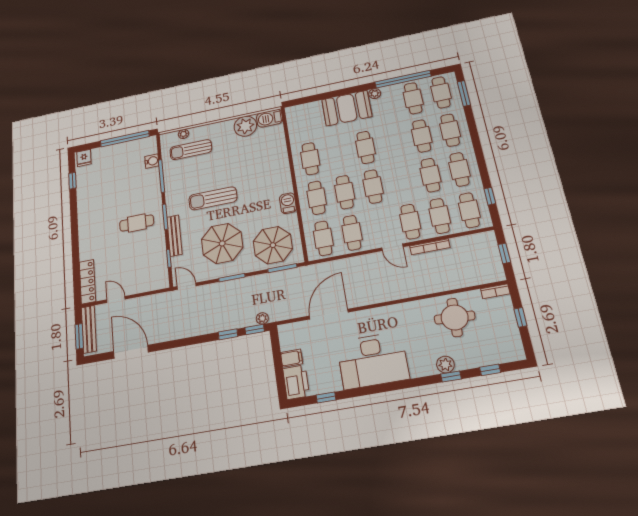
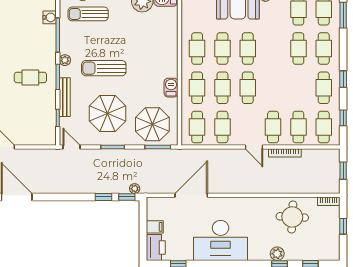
window: (480, 156) -> (343, 79), added
cafe table: (430, 175) -> (222, 48), moved
plant: (171, 199) -> (65, 60), added

